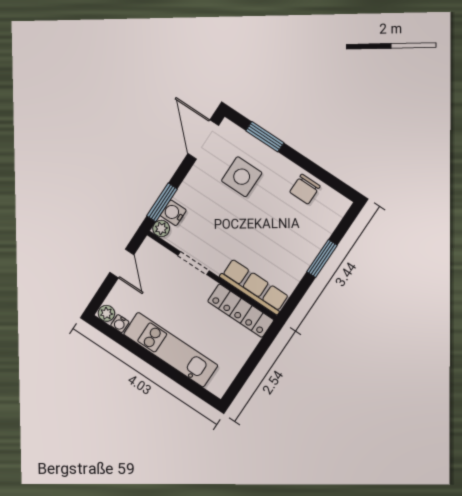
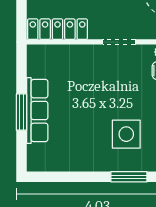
chair: (305, 189) -> (71, 157), removed
row of seats: (254, 287) -> (37, 111), moved, turned -90

